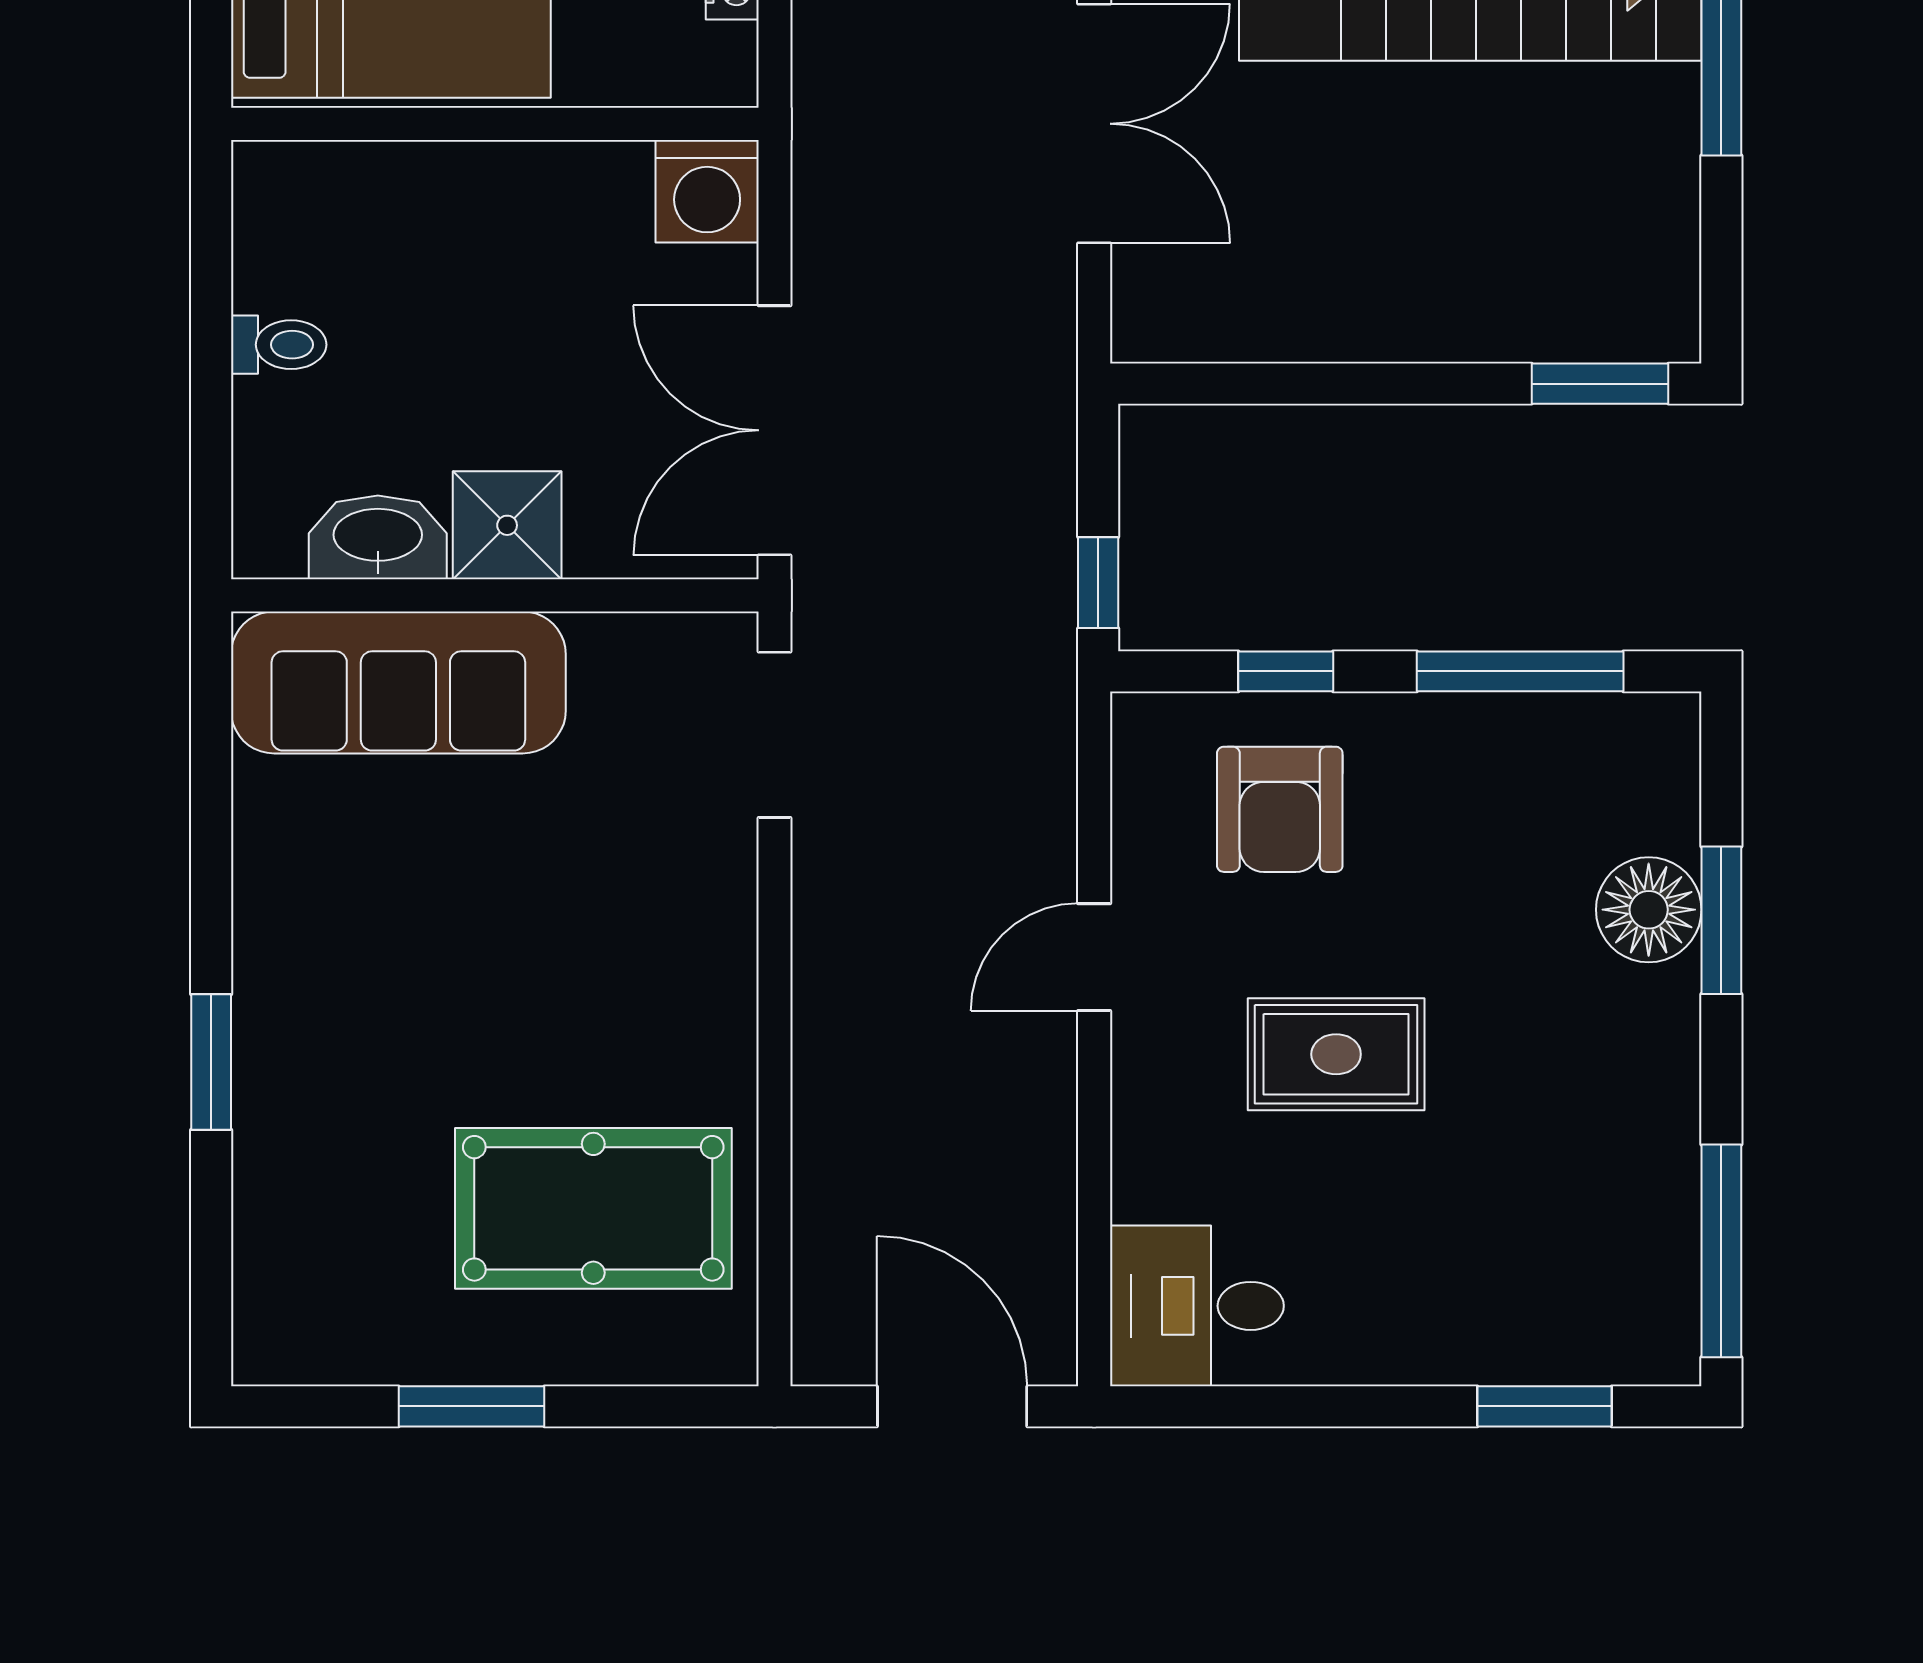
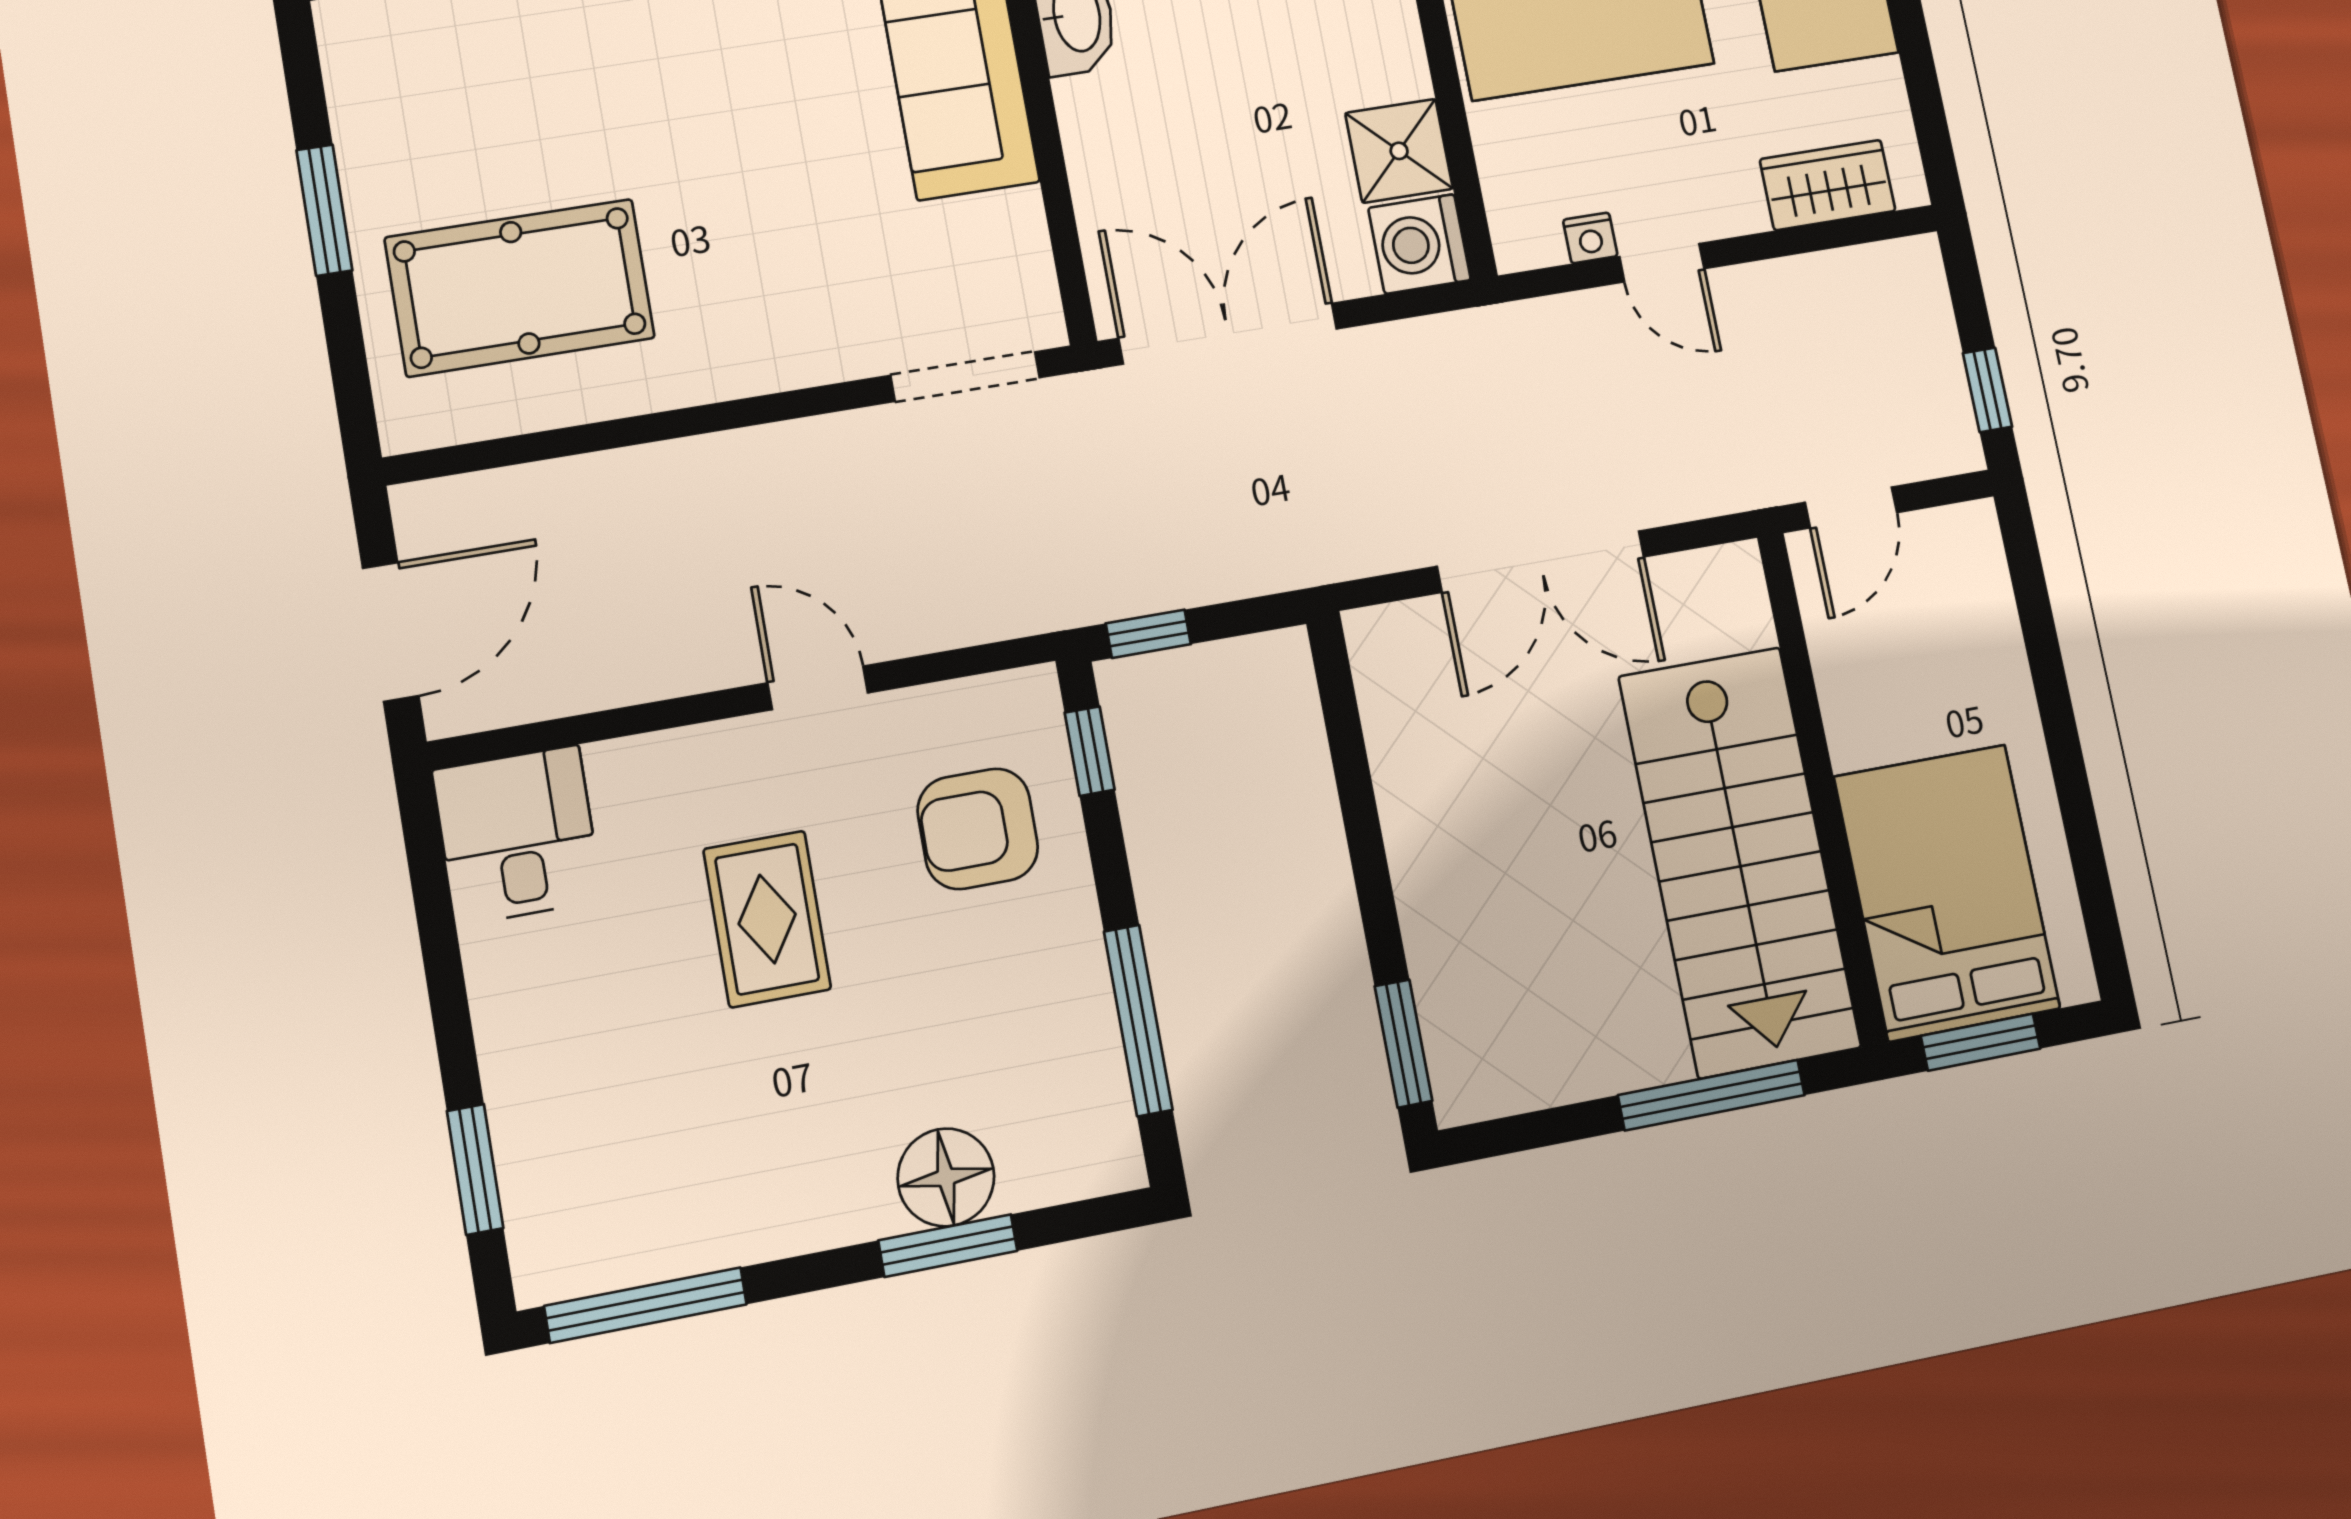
shower: (507, 525) -> (1399, 151), moved
window: (1286, 671) -> (1090, 751), moved
pool table: (593, 1208) -> (520, 288), turned 90

